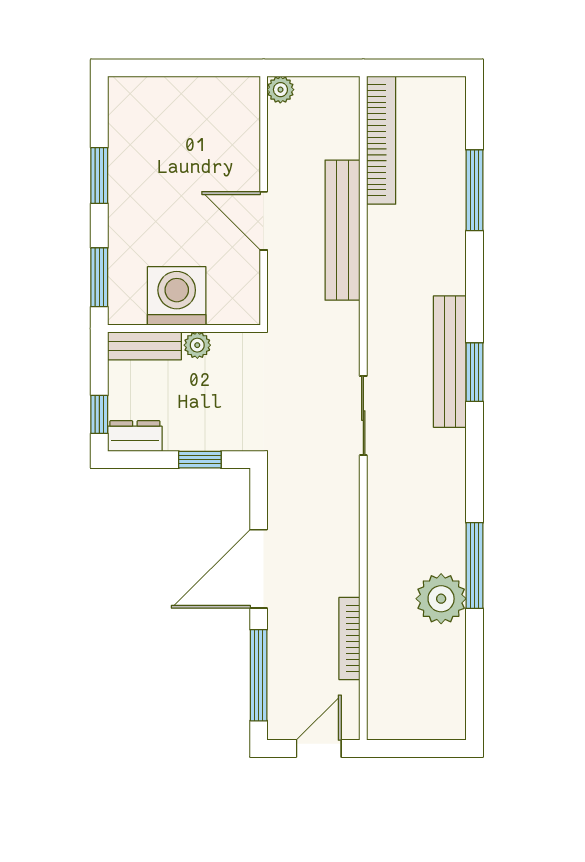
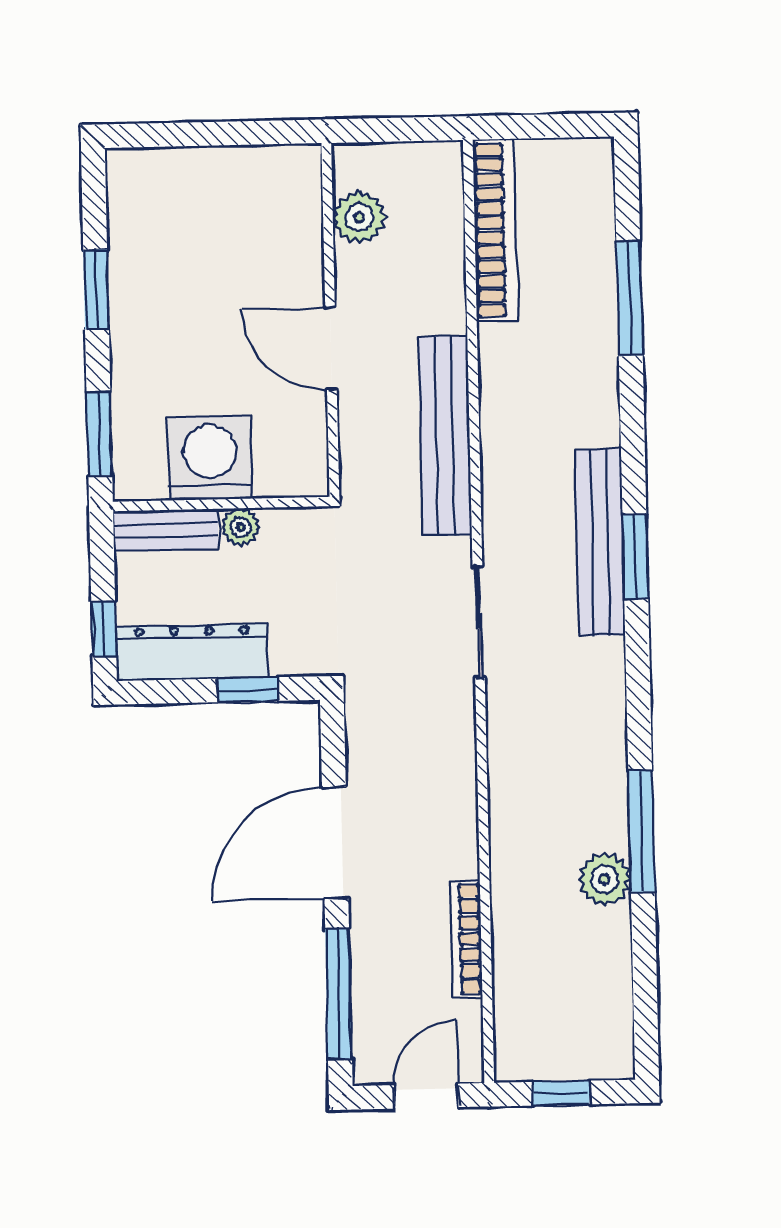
plant: (280, 90) -> (359, 217), moved, width x1.38, depth x1.38
bench: (343, 230) -> (445, 435), moved
dresser: (135, 436) -> (192, 652), width x1.96, depth x1.24
plant: (441, 599) -> (605, 879), width x0.73, depth x0.73
window: (414, 749) -> (561, 1093), added

